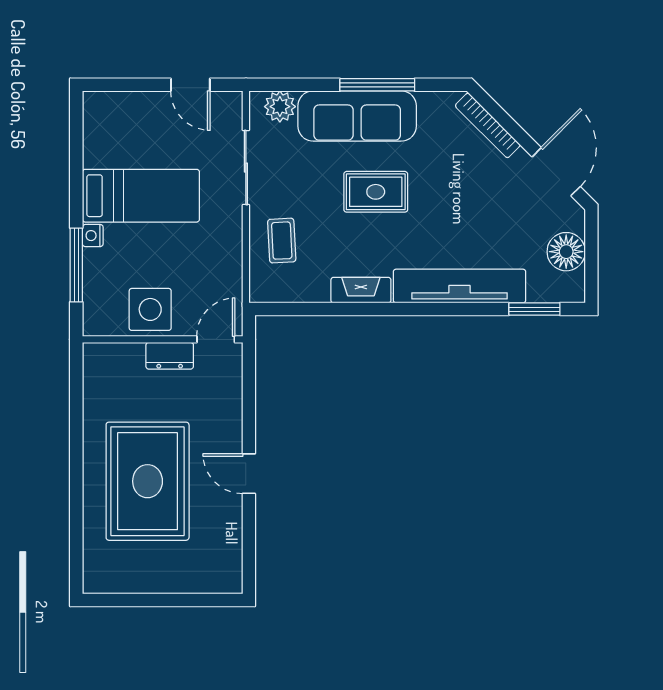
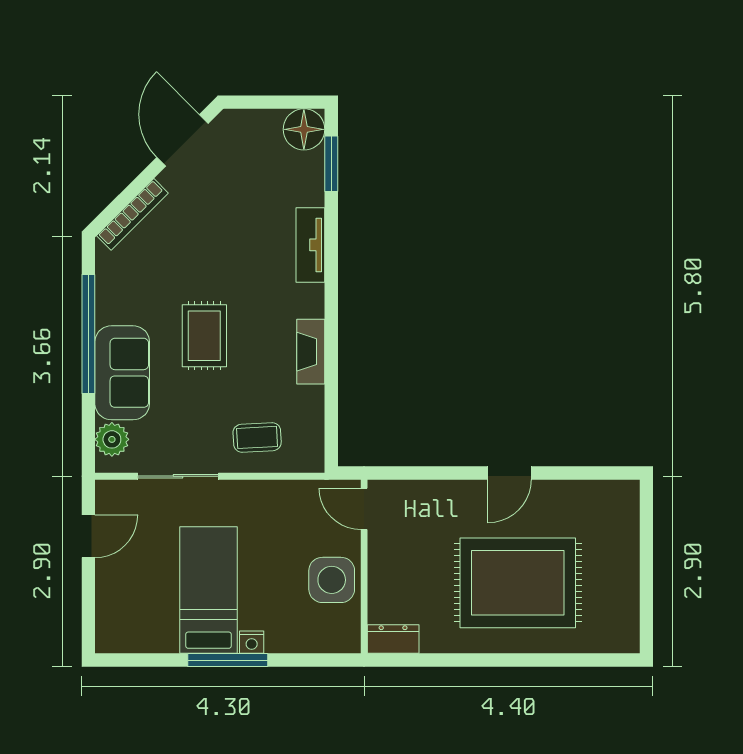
window: (377, 85) -> (88, 334), width x1.46
sofa: (357, 116) -> (122, 373), width x0.73
door: (556, 172) -> (182, 140), hinge flipped
floor lamp: (566, 252) -> (304, 129), moved
window: (76, 265) -> (228, 660), moved
tv unit: (460, 286) -> (310, 245), width x0.52, depth x0.78
dresser: (170, 356) -> (393, 639), moved, turned -90

